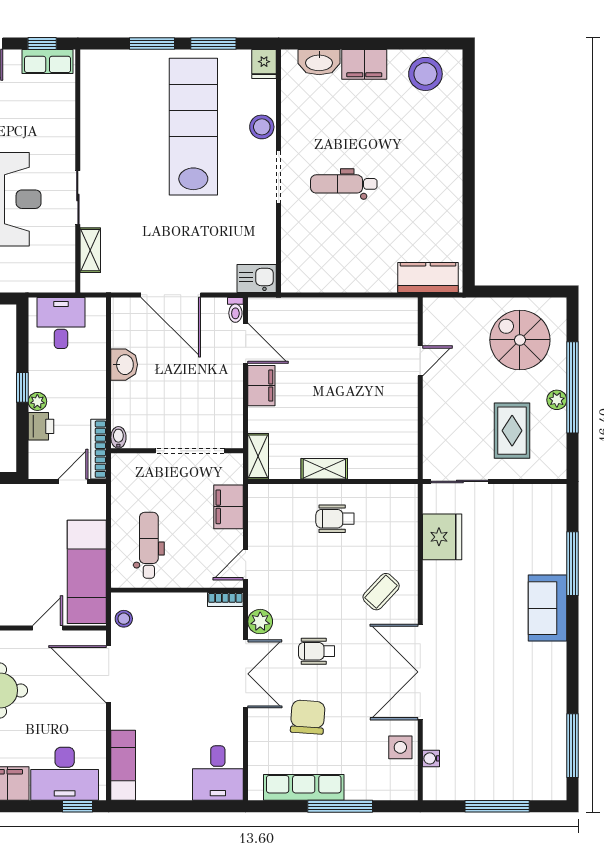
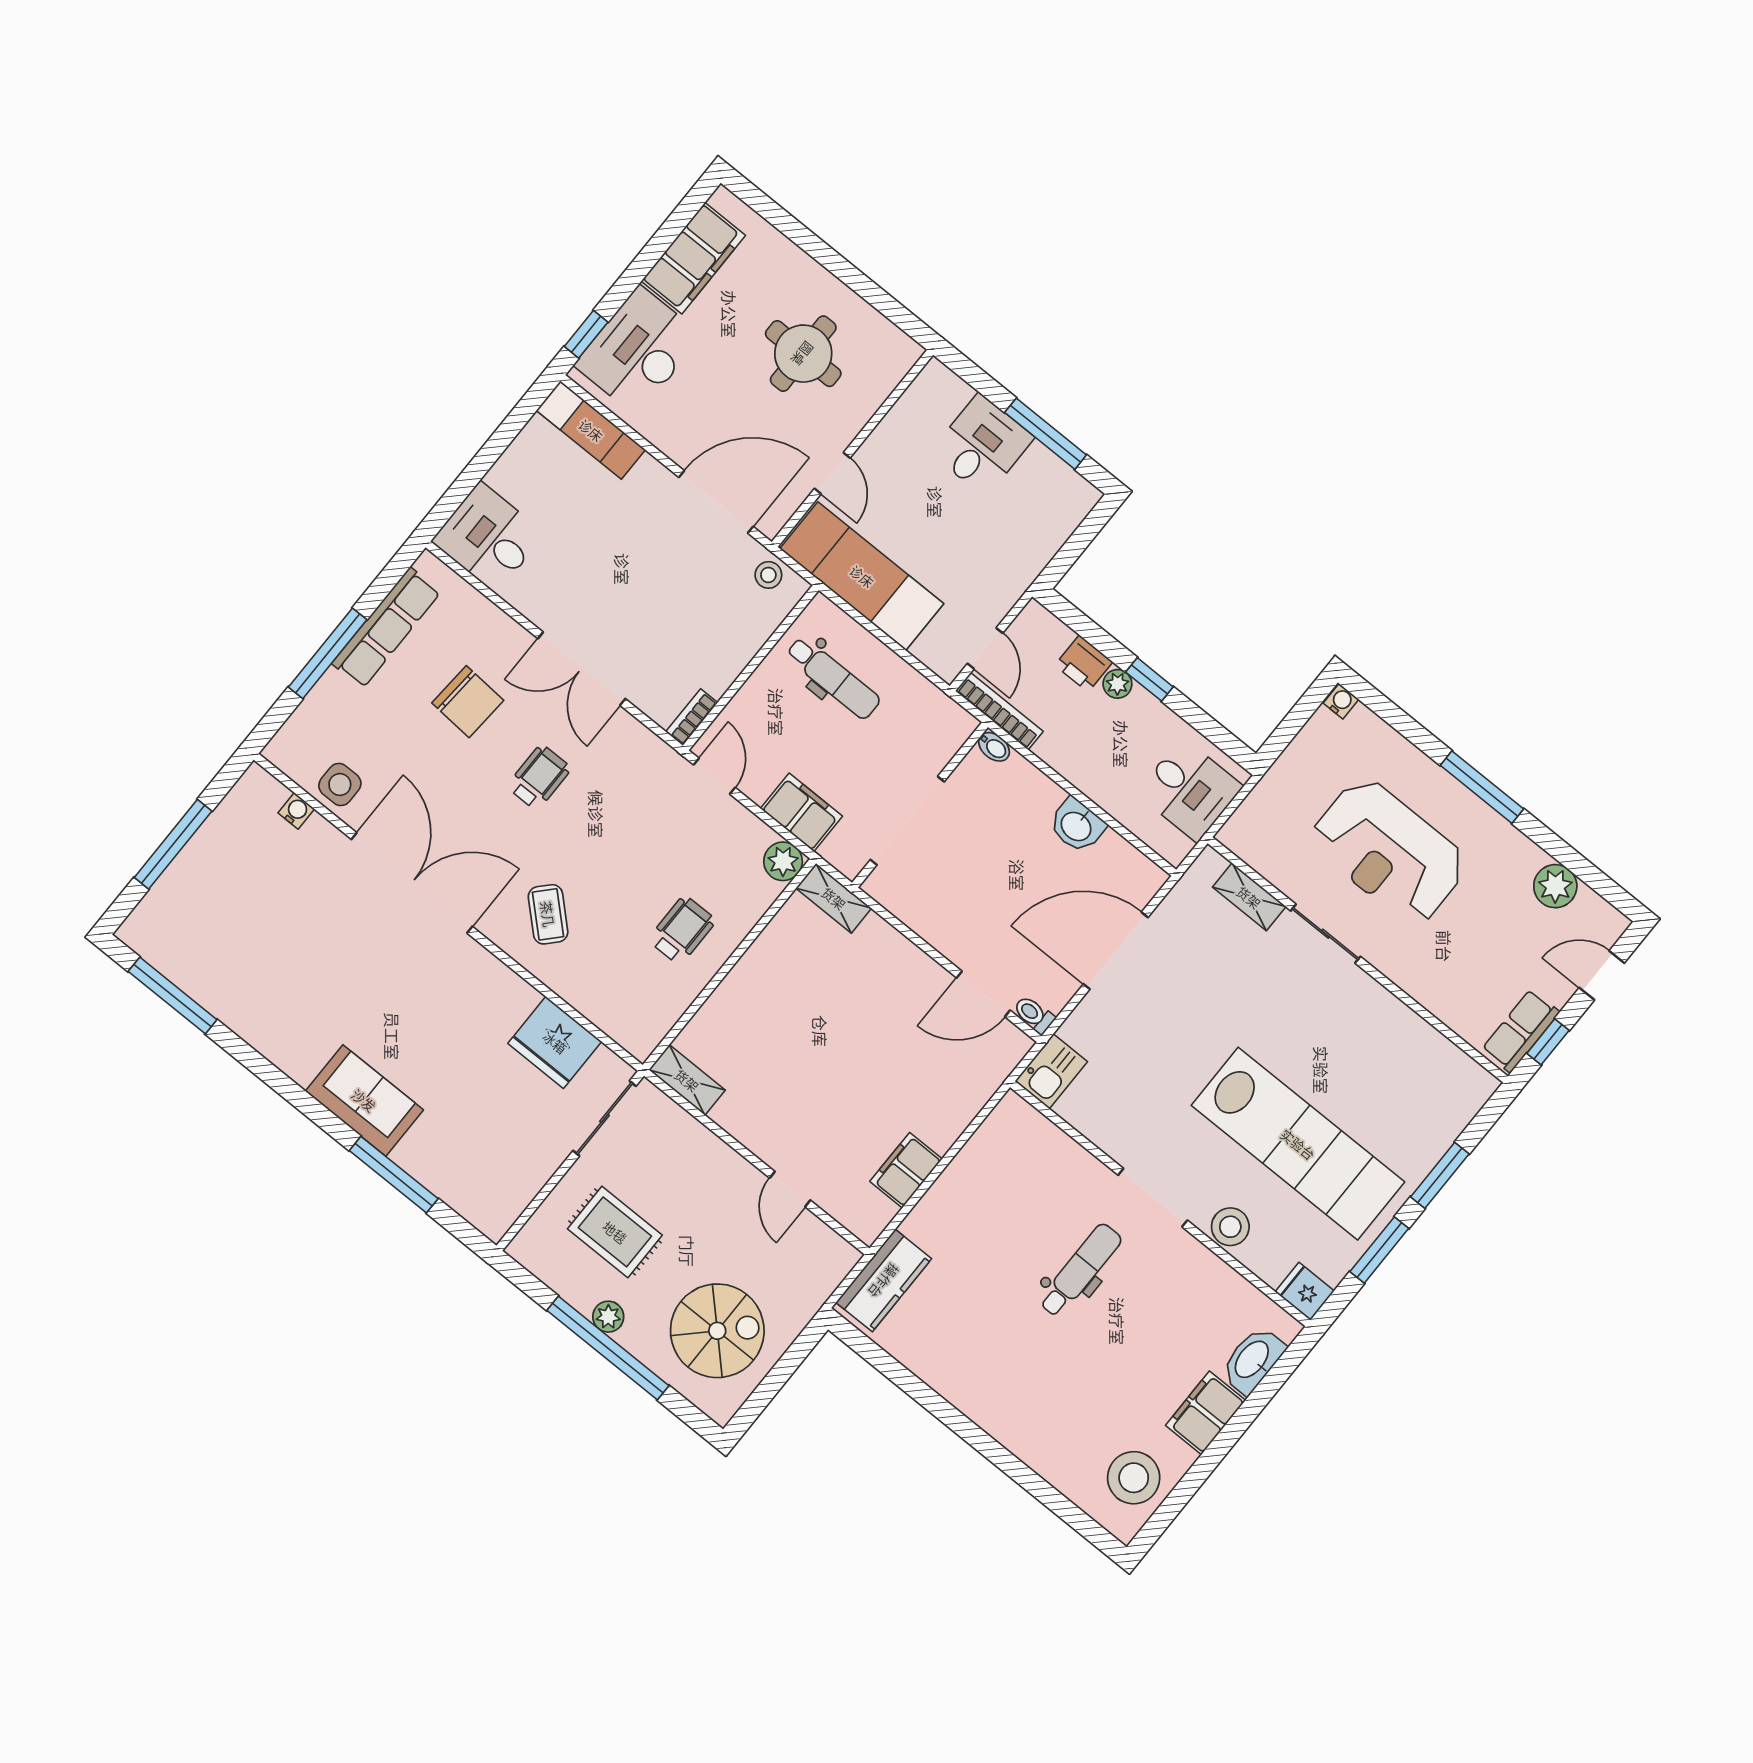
filing cabinet: (261, 386) -> (906, 1170), moved, turned 90
shelving: (324, 469) -> (687, 1080), moved, turned 90
plant: (260, 622) -> (783, 861), moved

